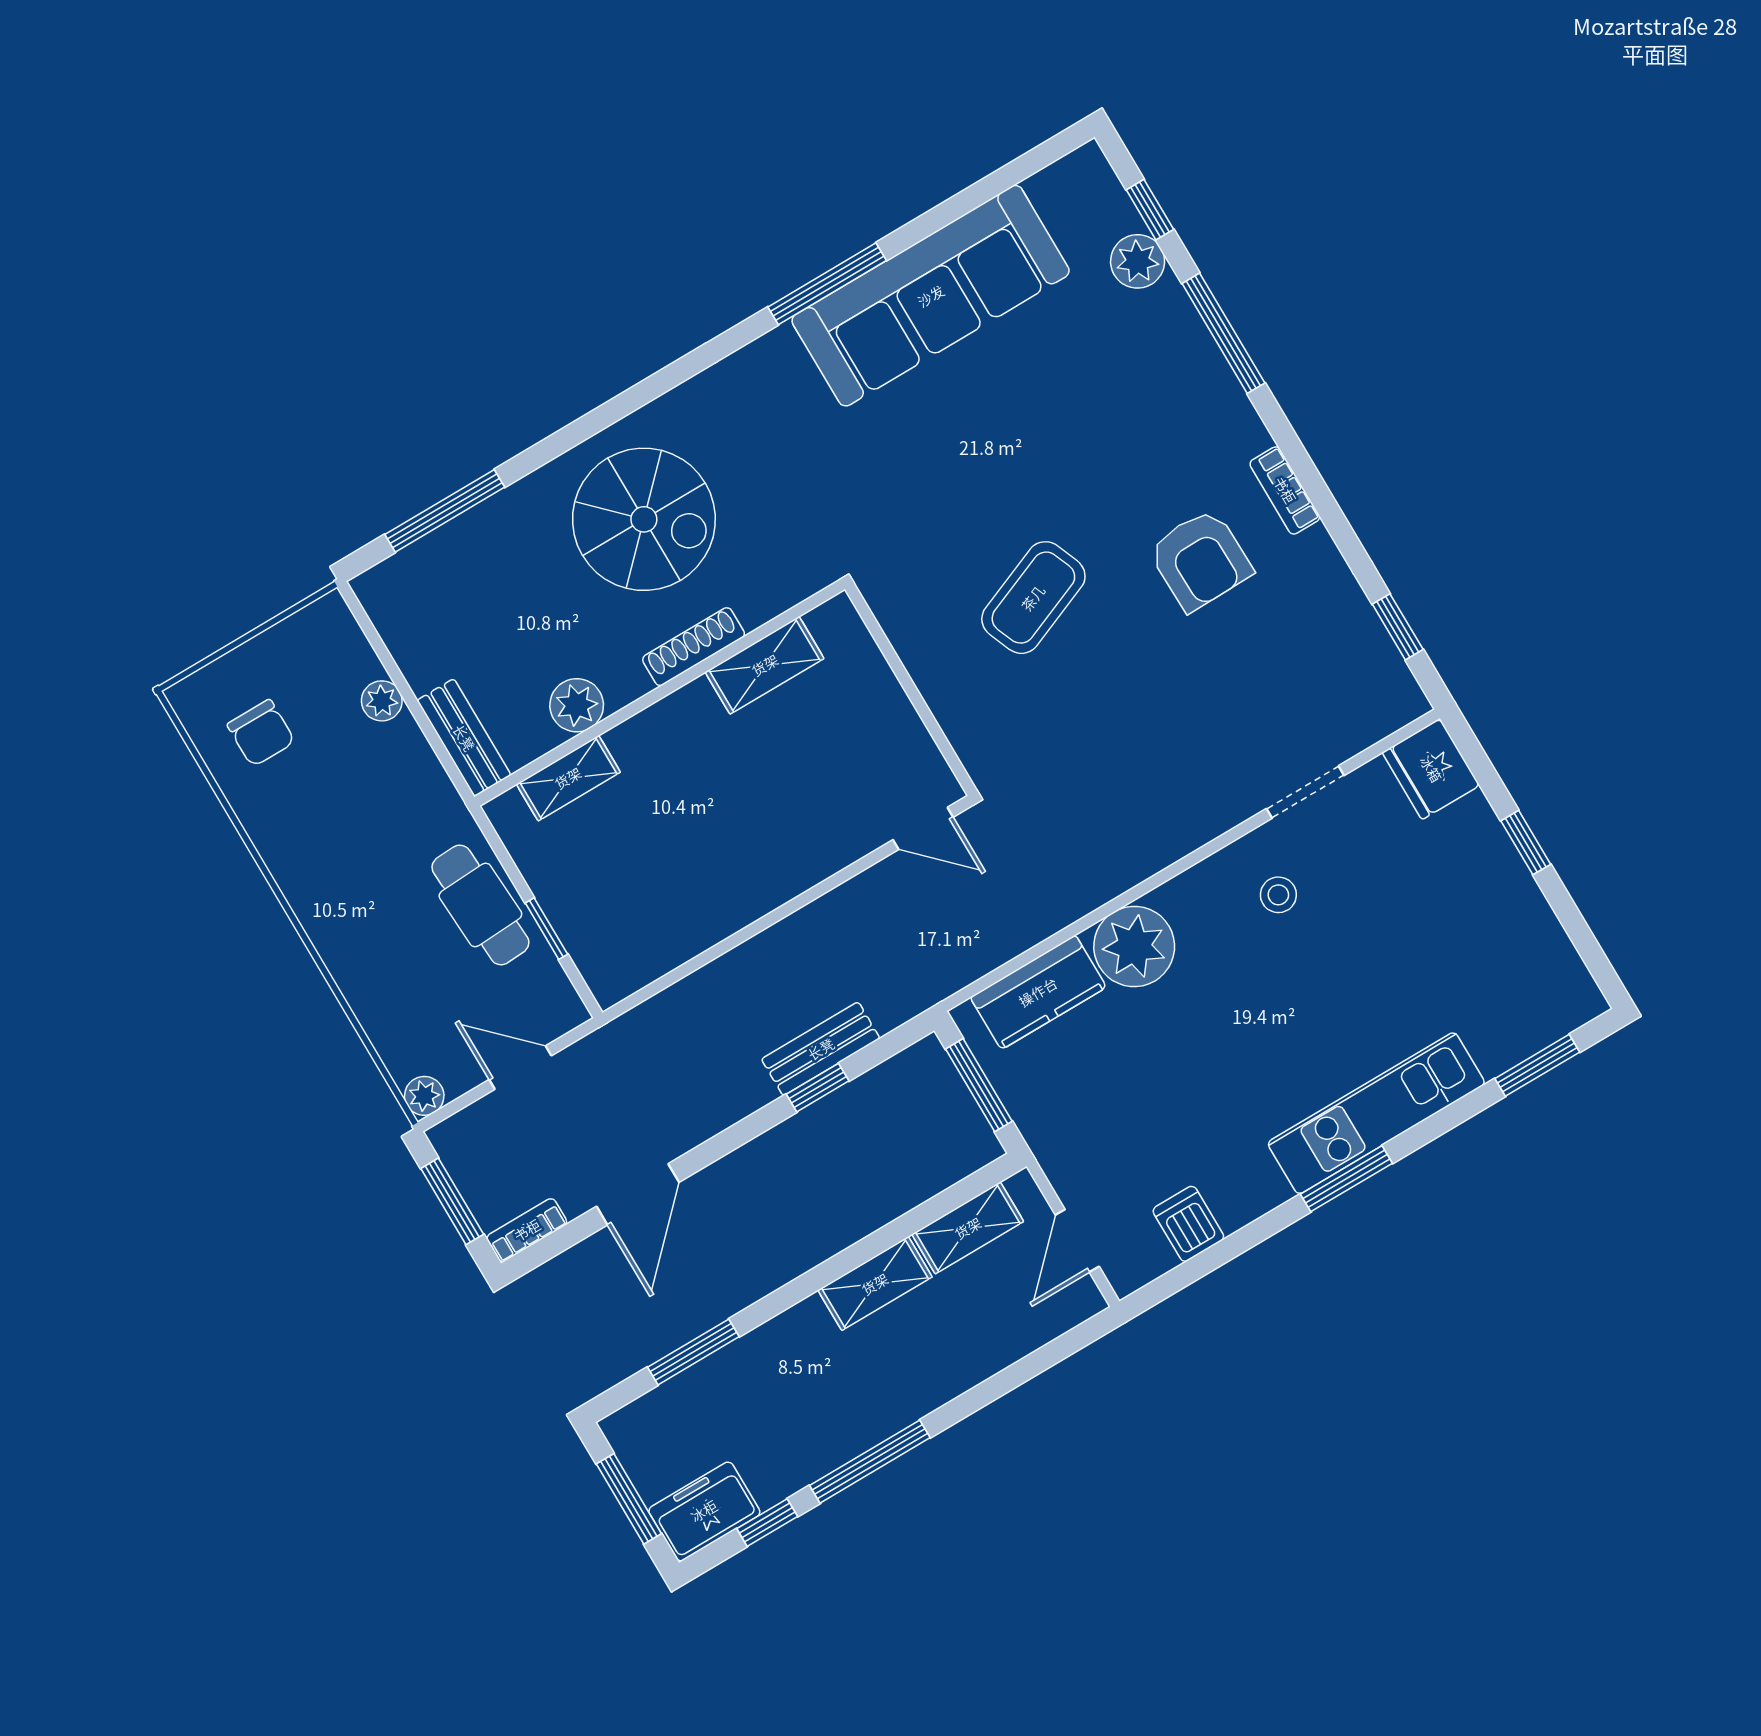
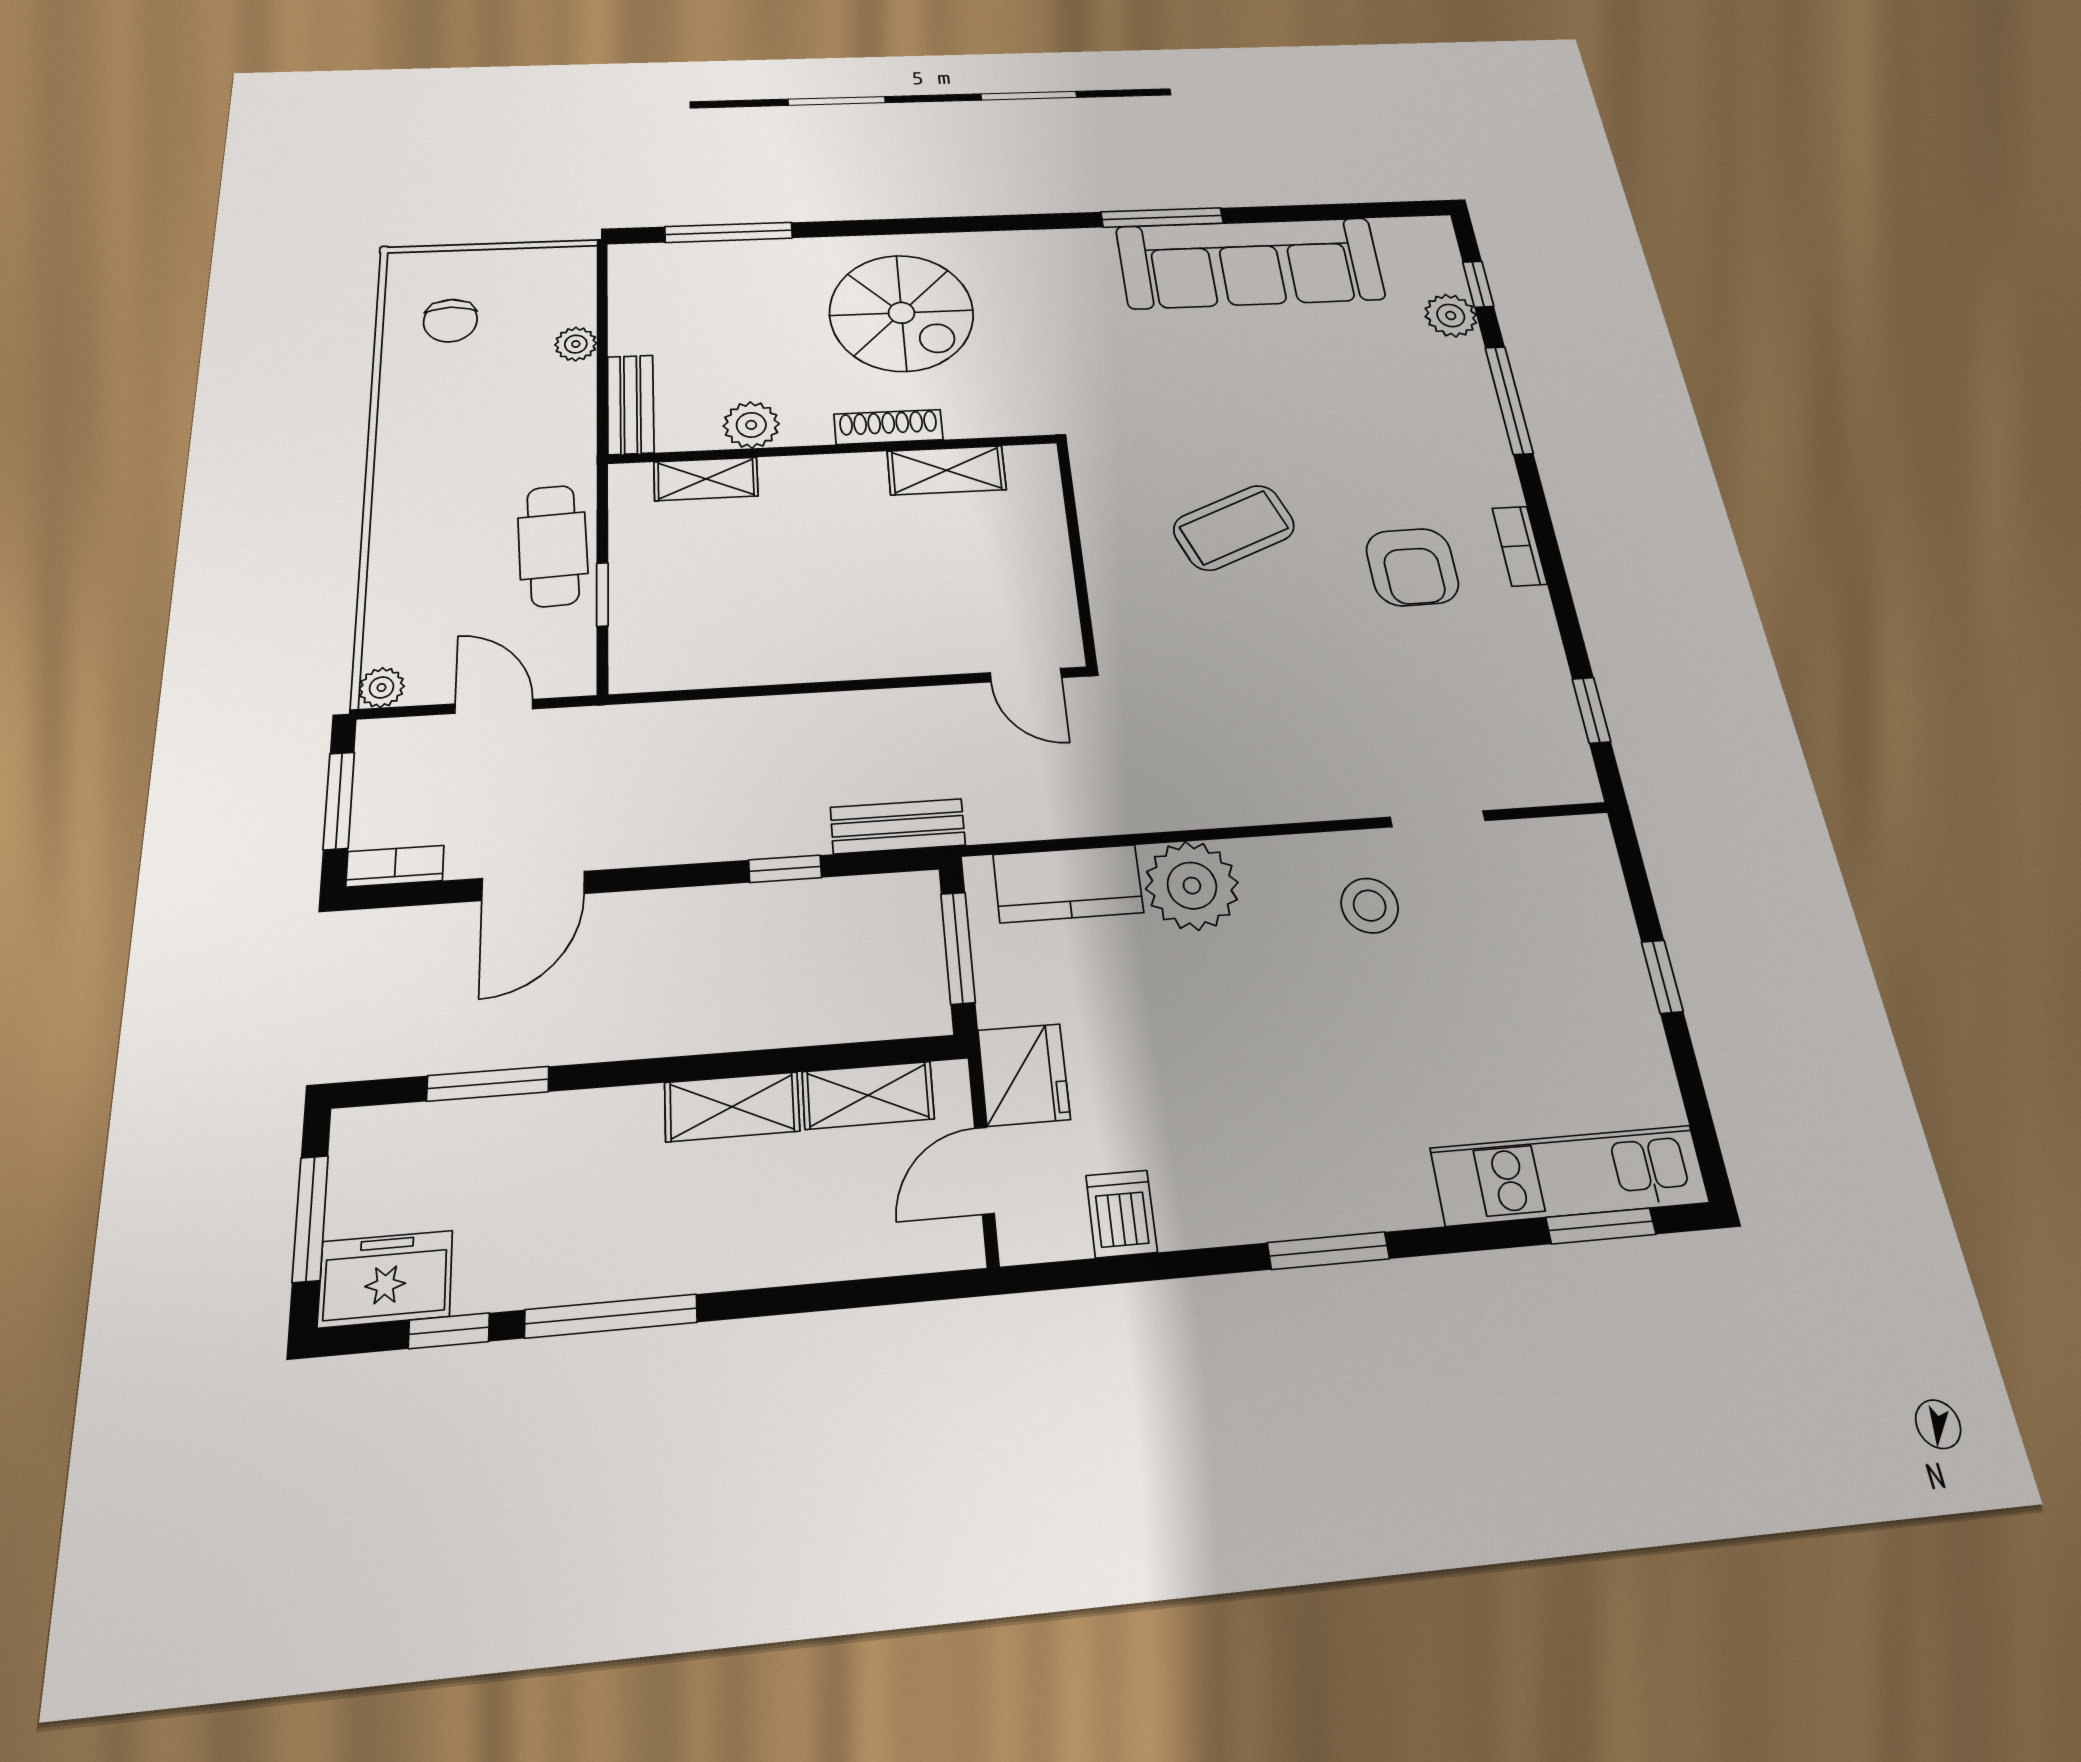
fridge: (1431, 769) -> (1024, 1075), moved, turned 180
stool: (1278, 895) -> (1370, 906), width x1.37, depth x1.37
bench: (821, 1049) -> (898, 826), moved
kitchen unit: (1376, 1113) -> (1570, 1175), moved

